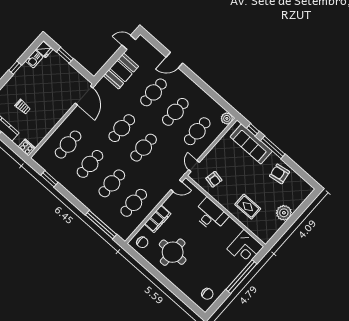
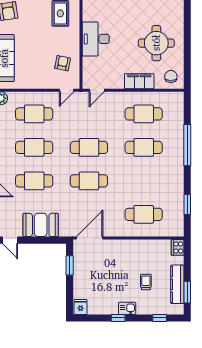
window: (65, 55) -> (70, 265), moved
kitchen sink: (34, 59) -> (127, 308), moved
cafe table: (90, 164) -> (144, 181), removed
door: (176, 186) -> (97, 90), swing flipped
window: (101, 225) -> (187, 145), moved

